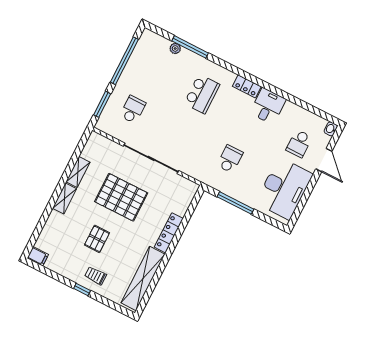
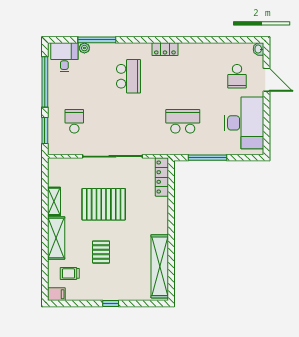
desk: (268, 106) -> (64, 57), moved
school desk: (230, 159) -> (183, 121), width x1.85
shelving: (65, 199) -> (56, 238), width x1.50, depth x1.33
locker: (169, 233) -> (162, 177), moved
trolley: (96, 276) -> (70, 273), moved

